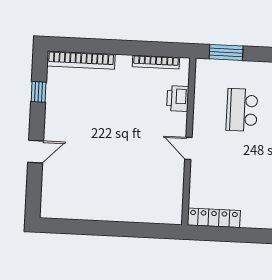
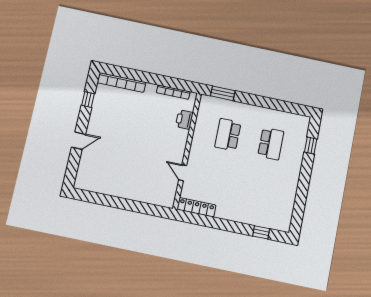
door: (188, 148) -> (183, 173), moved

